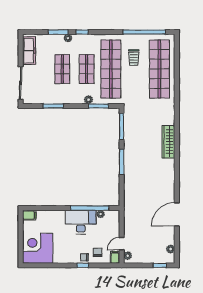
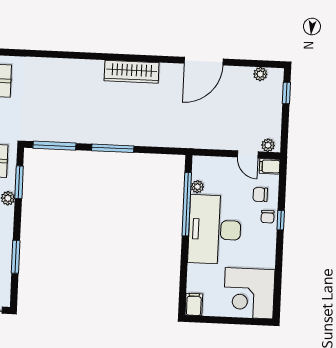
wardrobe: (168, 142) -> (132, 72), moved
door: (177, 214) -> (204, 61), hinge flipped
desk: (81, 222) -> (215, 230), width x1.36, depth x1.30

